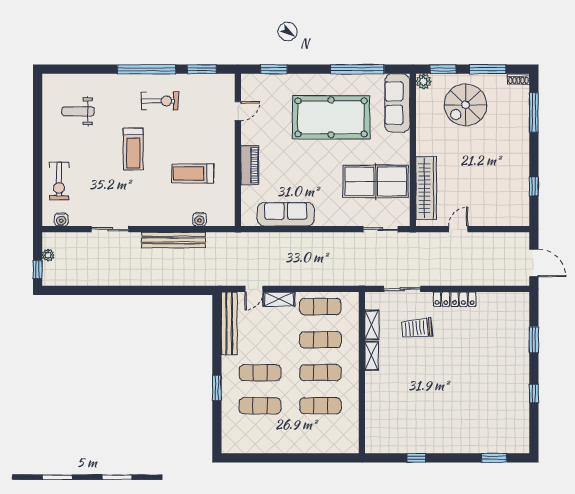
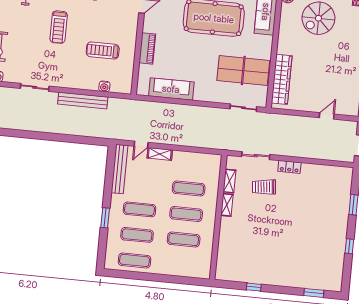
door: (458, 229) -> (327, 116), moved
locker: (455, 299) -> (289, 167), width x0.66
exercise mat: (320, 307) -> (135, 260), moved

